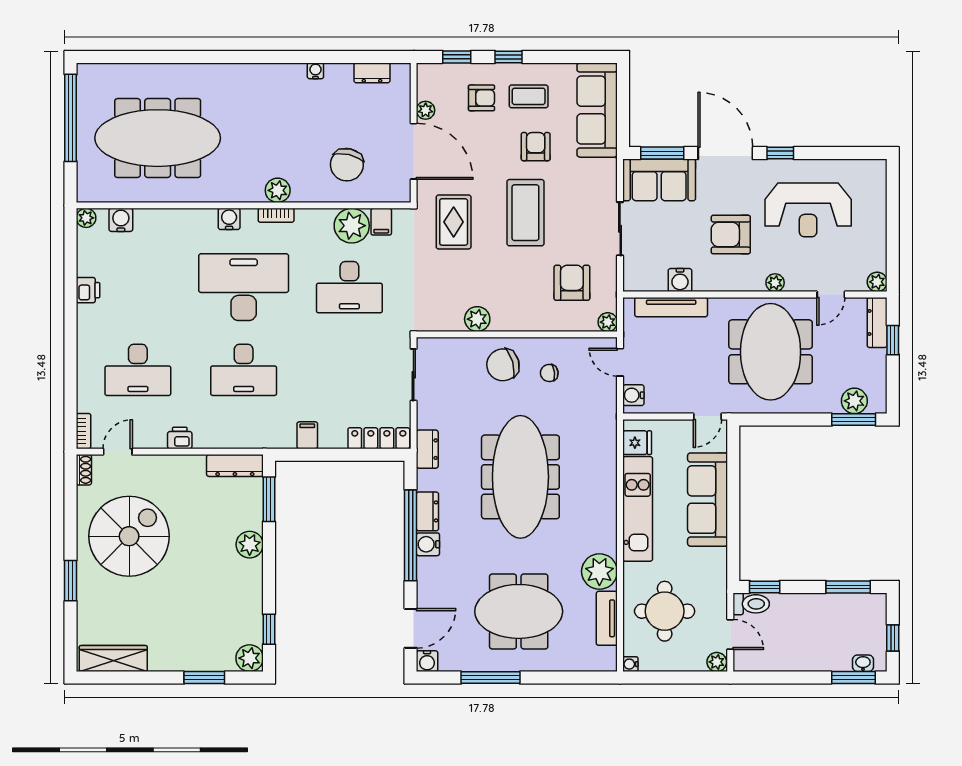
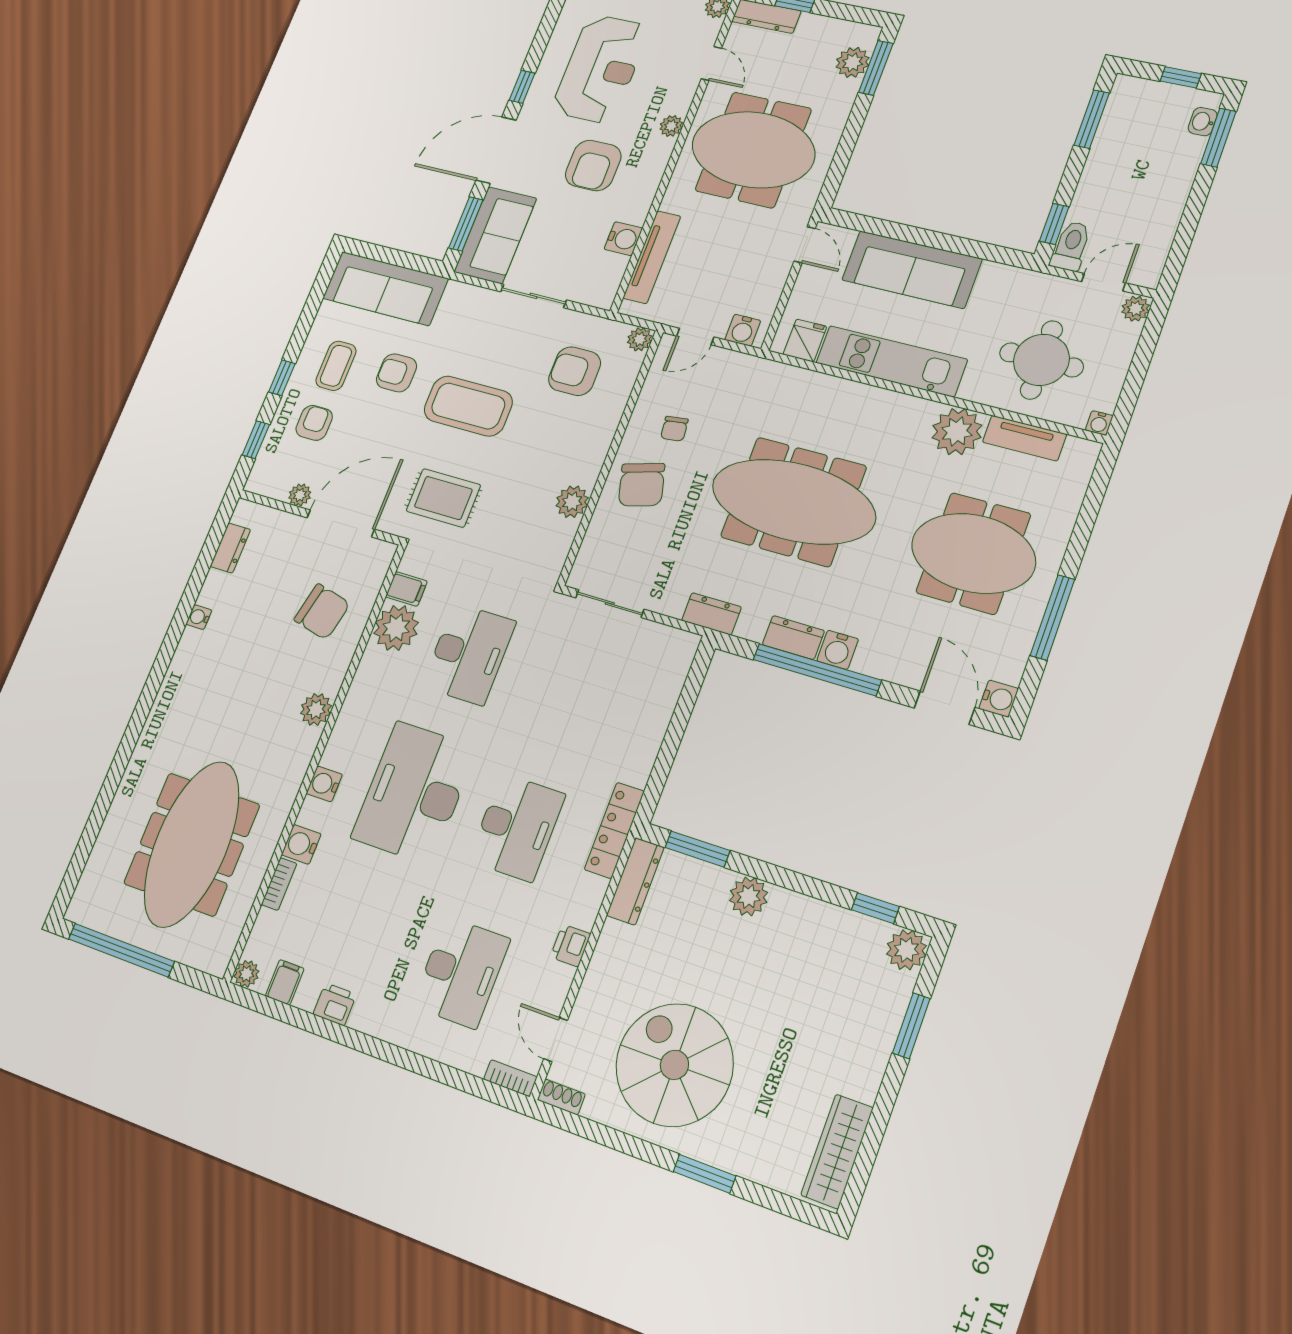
bookcase: (276, 215) -> (279, 884), moved
water cooler: (121, 220) -> (301, 844), moved
filing cabinet: (307, 435) -> (285, 982), moved, turned 90
locker: (379, 438) -> (614, 830), moved
meeting table: (519, 611) -> (973, 553), turned 90

